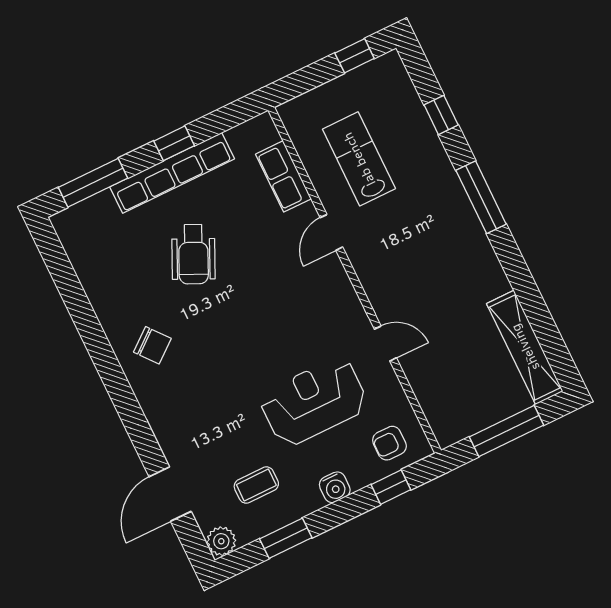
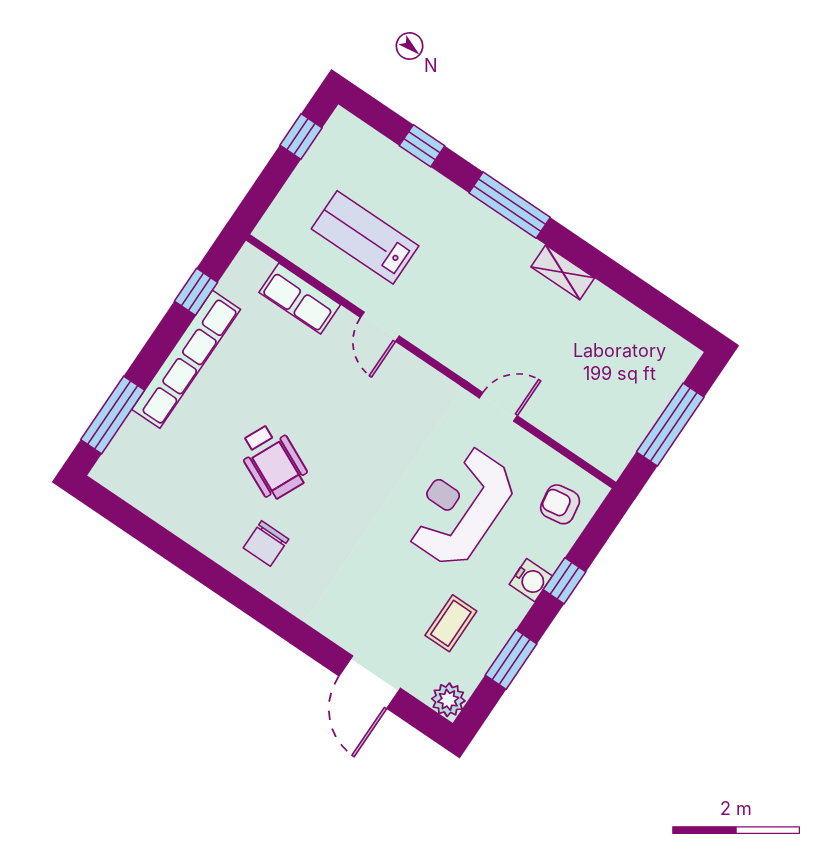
window: (174, 143) -> (196, 292), moved
wheelchair: (193, 254) -> (273, 461), moved
chair: (152, 345) -> (266, 543), turned 129
shelving: (525, 347) -> (563, 272), moved, width x0.45, depth x0.75
armchair: (389, 443) -> (560, 504), turned 81
window: (391, 487) -> (564, 581), moved

